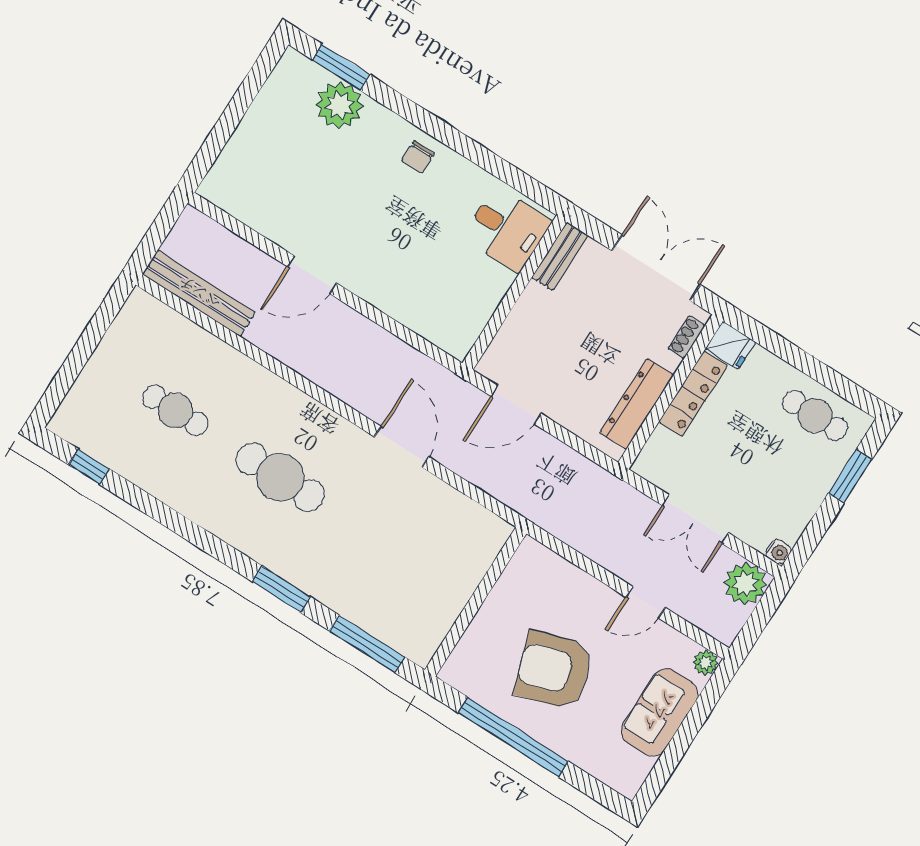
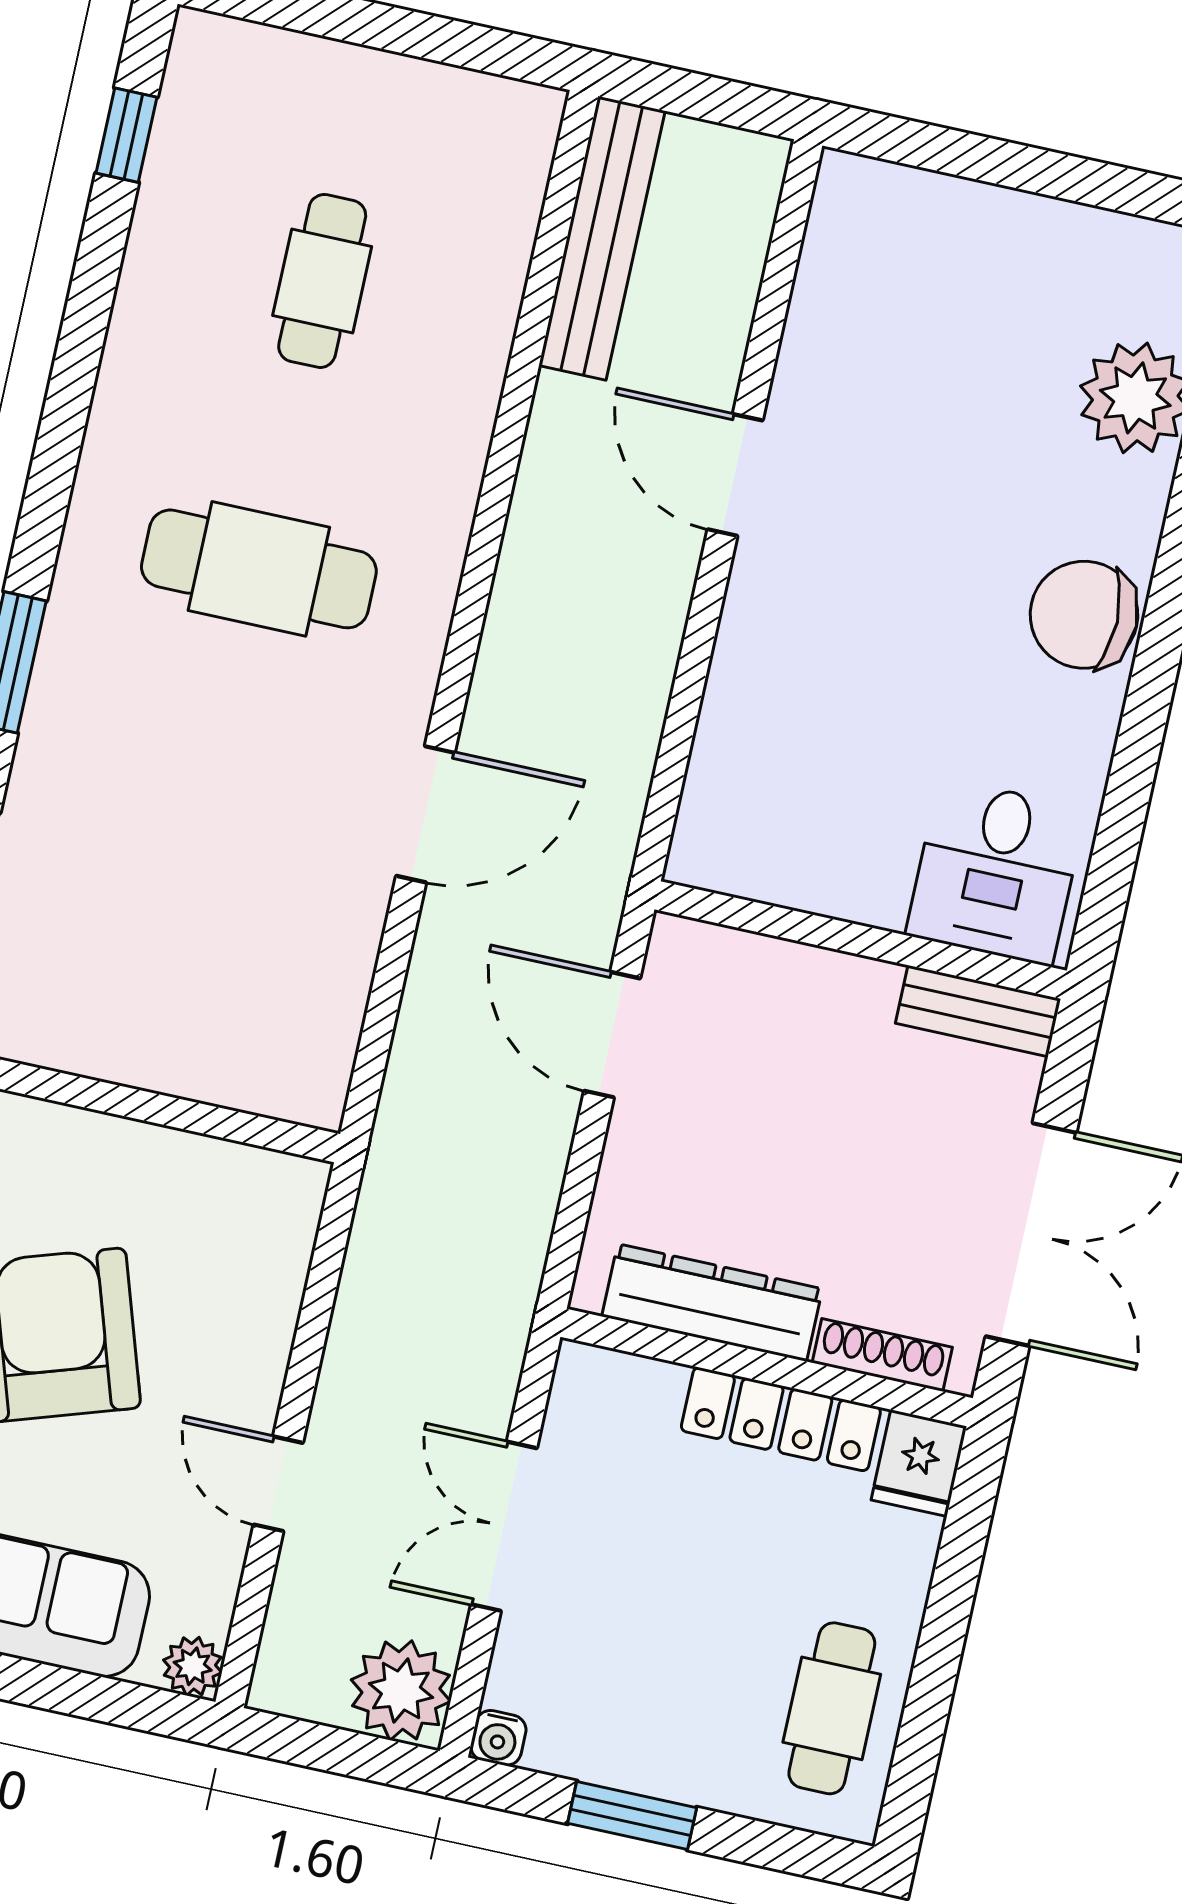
chair: (418, 157) -> (1084, 615), width x1.87, depth x1.87
shoe rack: (687, 337) -> (882, 1355), width x1.43
window: (850, 476) -> (632, 1816), moved
cafe table: (280, 477) -> (259, 569), turned 90

